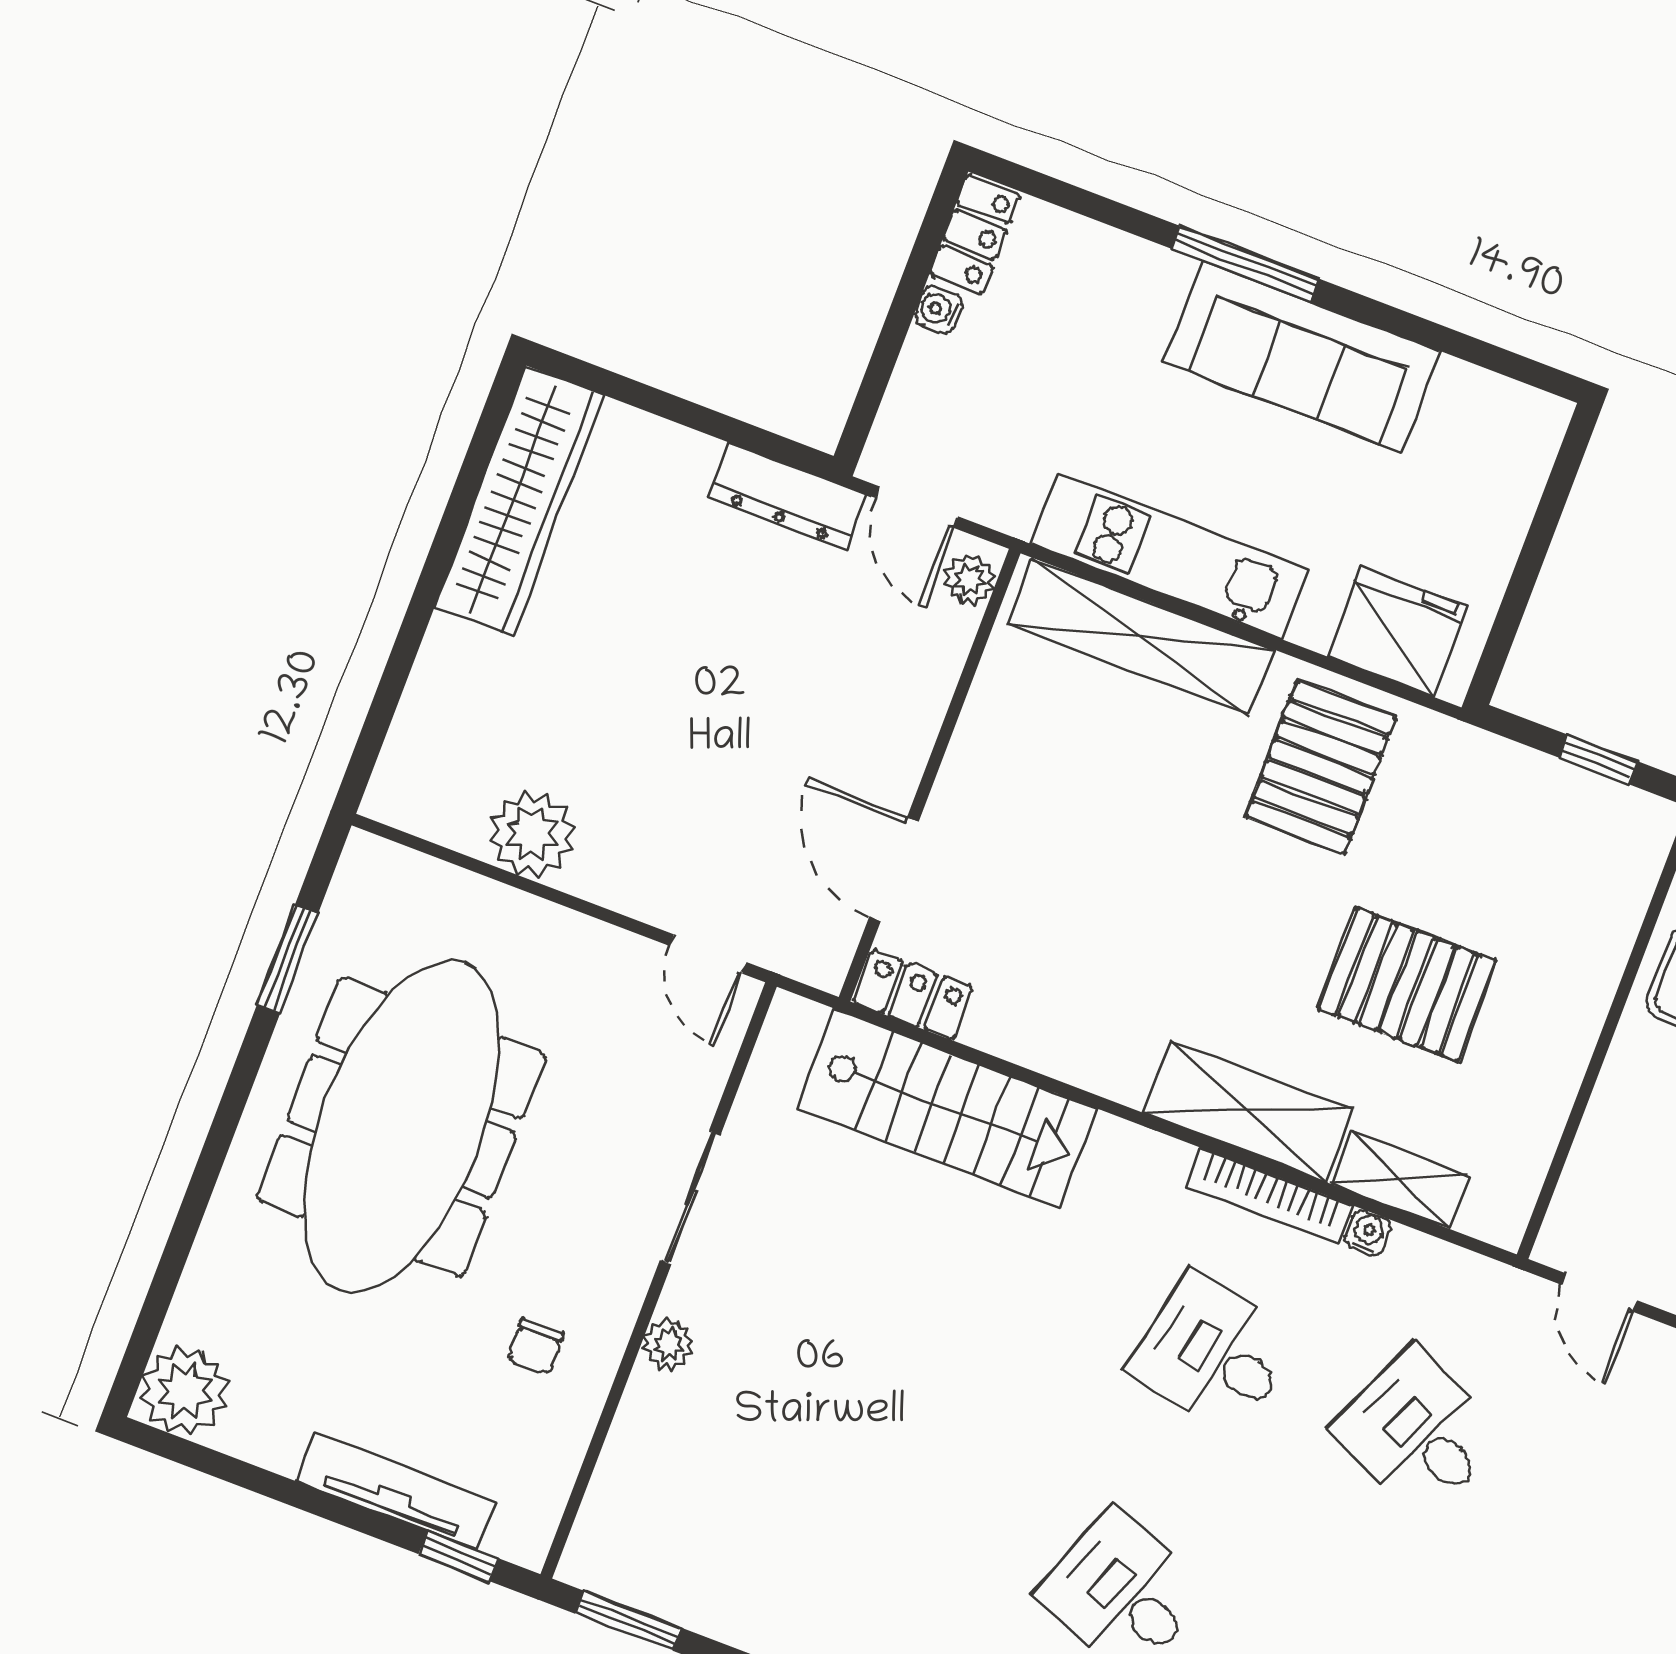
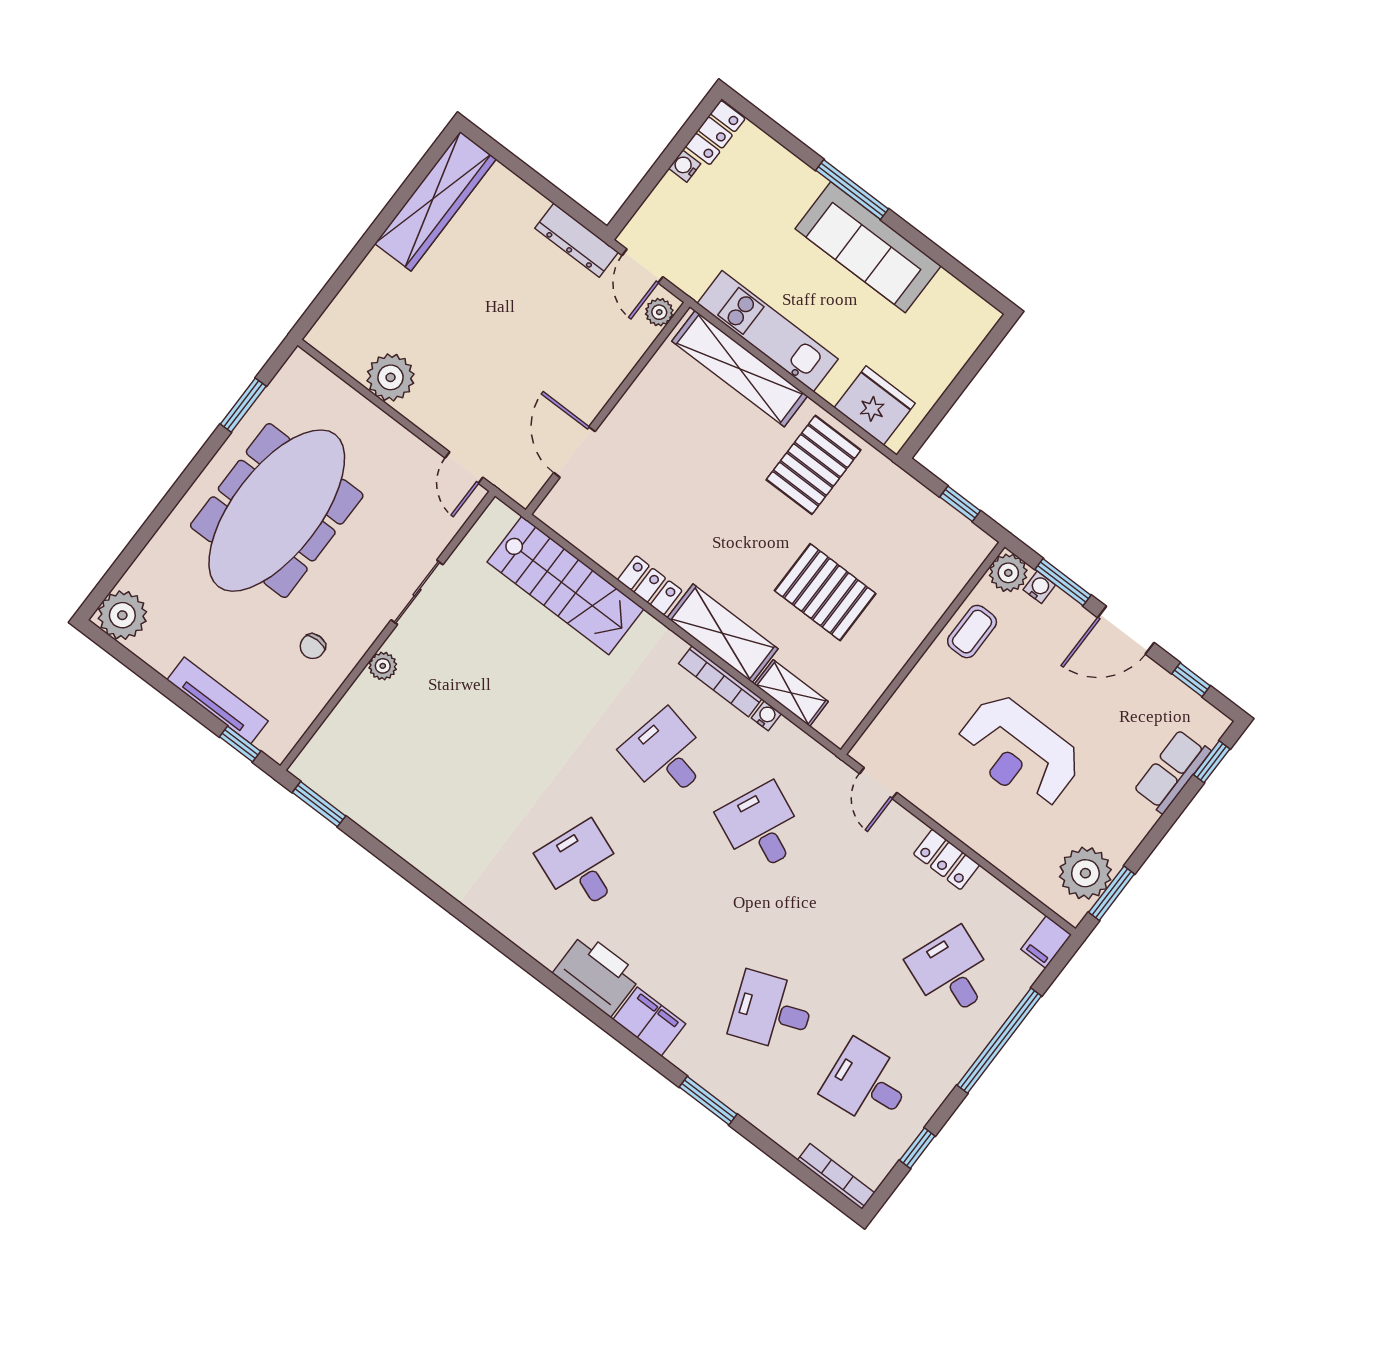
locker: (913, 995) -> (650, 585), moved

